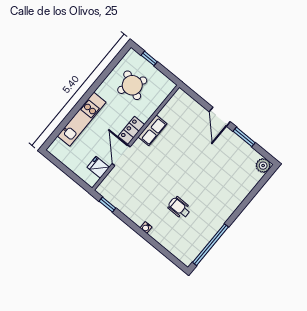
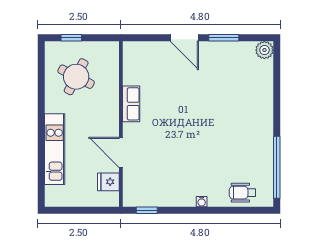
locker: (131, 130) -> (111, 121), removed
wheelchair: (179, 208) -> (243, 193), moved

